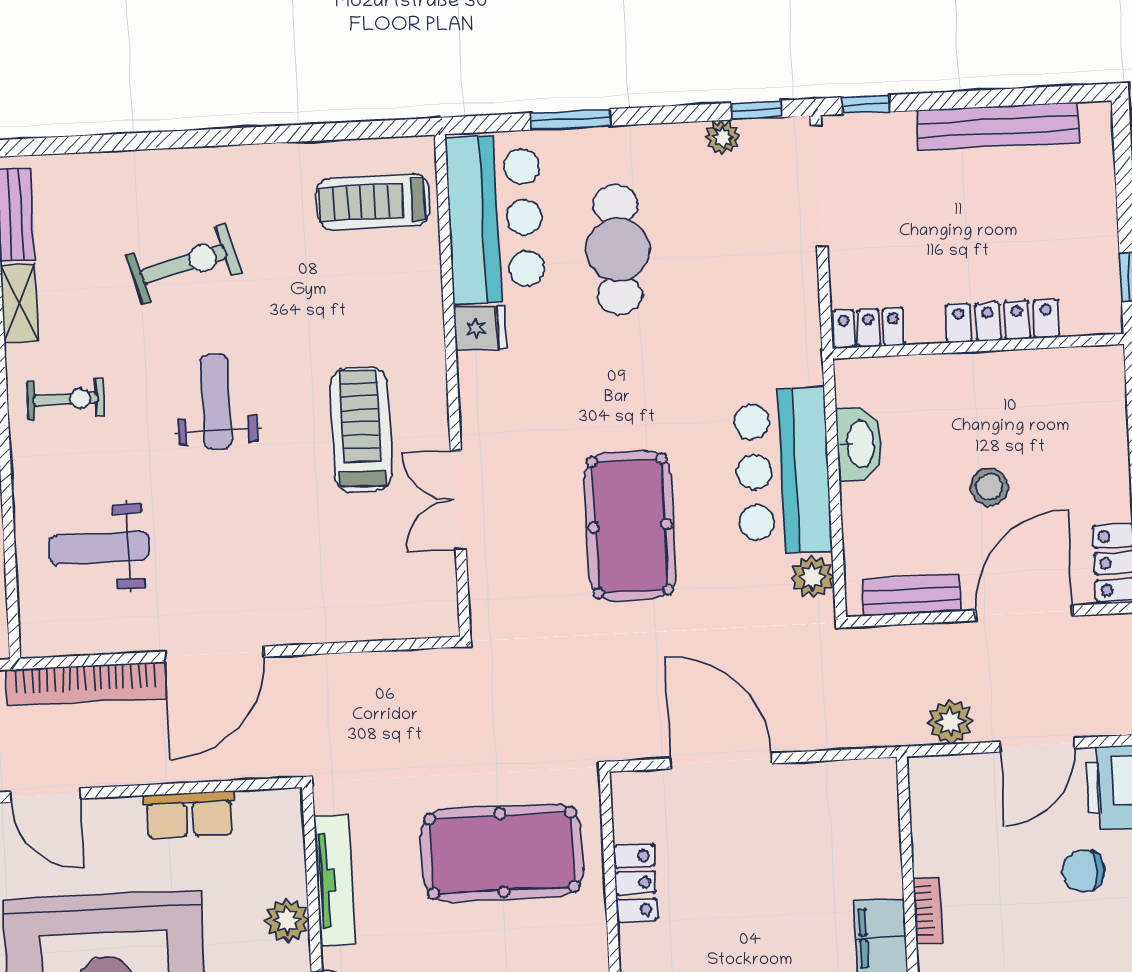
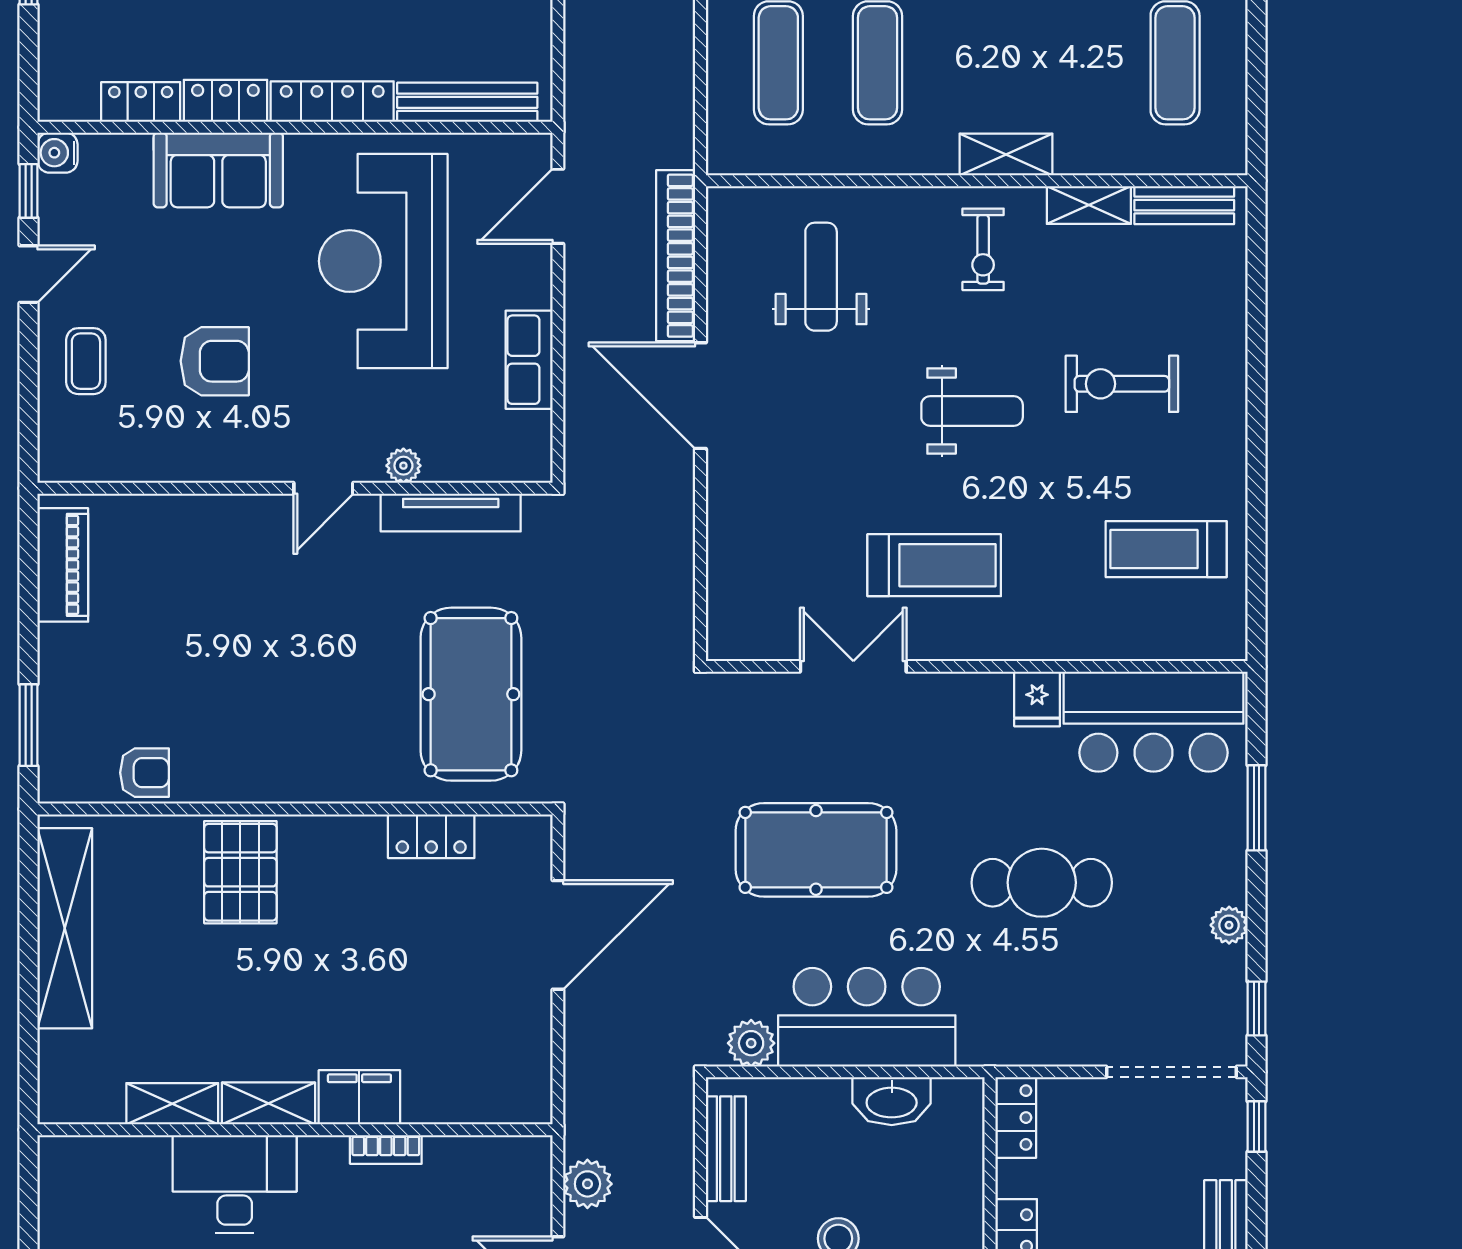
plant: (722, 137) -> (1229, 925), moved
treadmill: (373, 202) -> (1166, 549), moved, turned -90
cafe table: (618, 250) -> (1042, 883), moved
exercise bike: (184, 264) -> (1122, 384), turned 105
plant: (287, 920) -> (403, 466), width x0.73, depth x0.73

